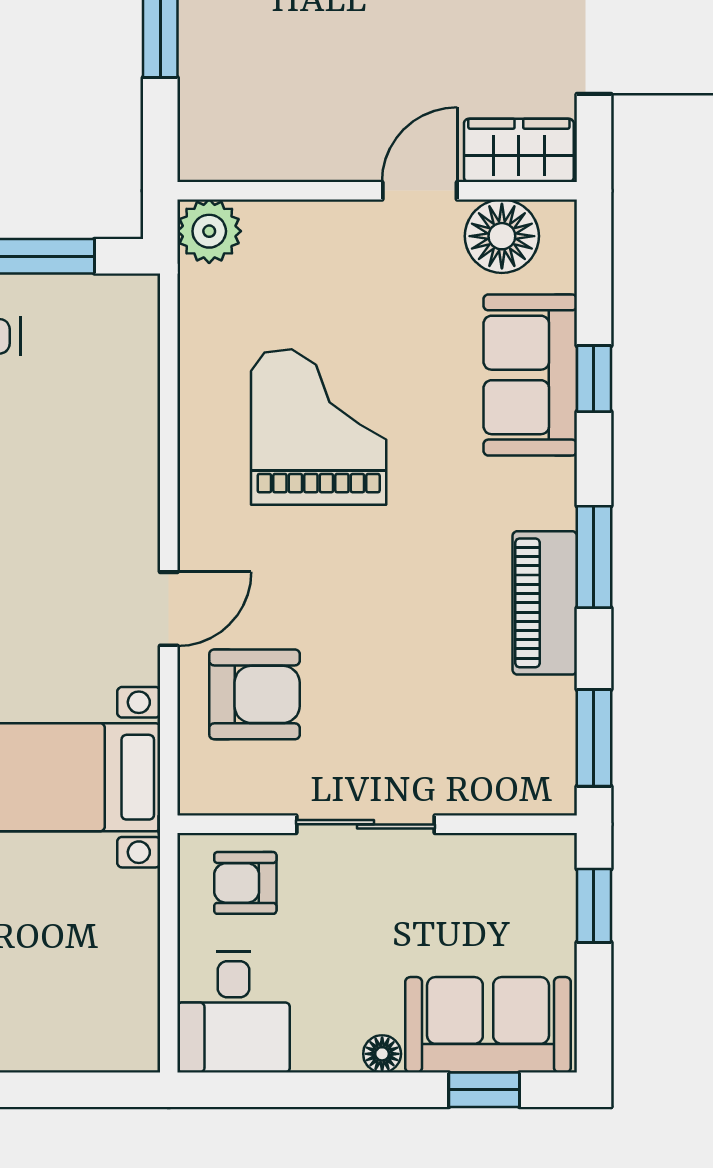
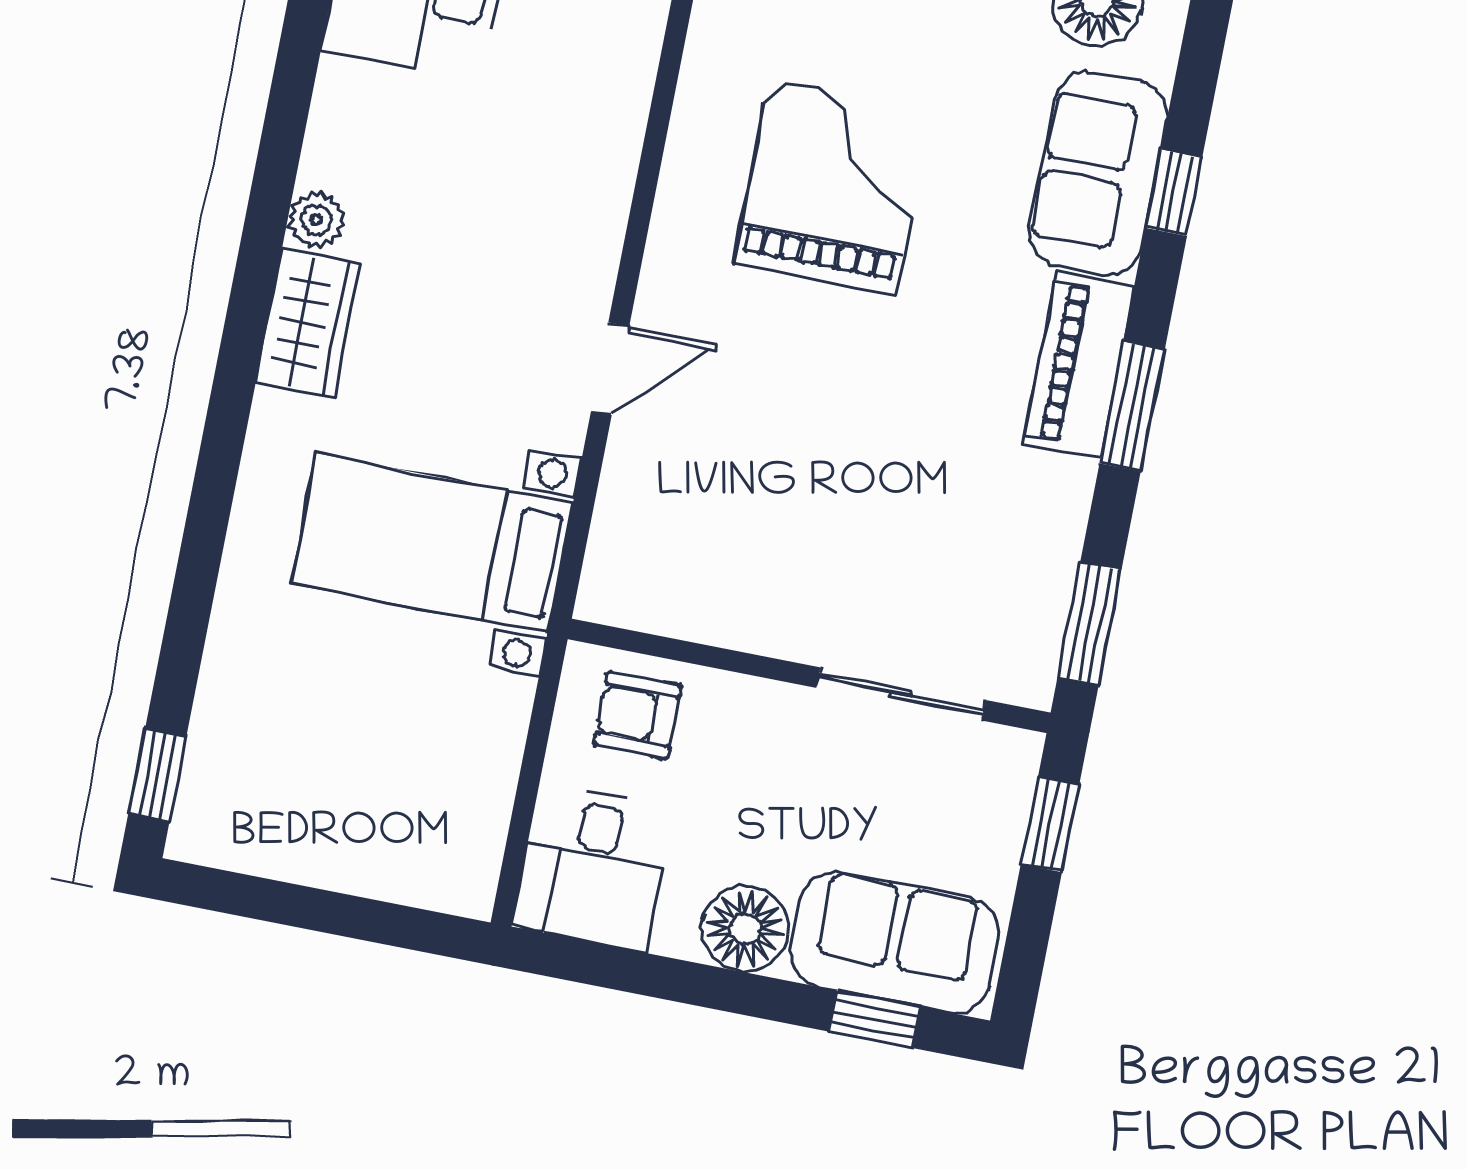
piano: (545, 603) -> (1079, 365), moved
armchair: (255, 694) -> (693, 491), removed
sliding door: (365, 824) -> (901, 694), moved
floor lamp: (382, 1054) -> (745, 928), width x1.89, depth x1.89

